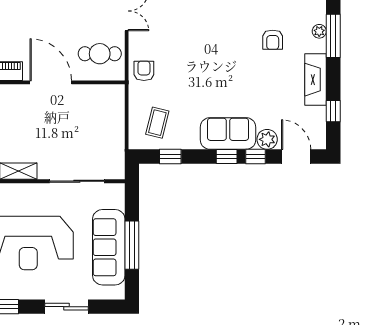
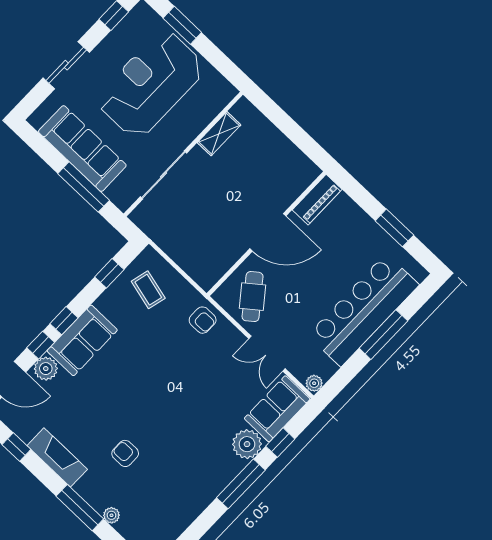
plant: (319, 31) -> (111, 515), moved
cafe table: (100, 54) -> (253, 297), turned -38
window: (132, 245) -> (84, 187), moved

